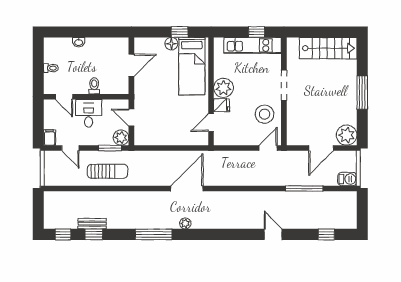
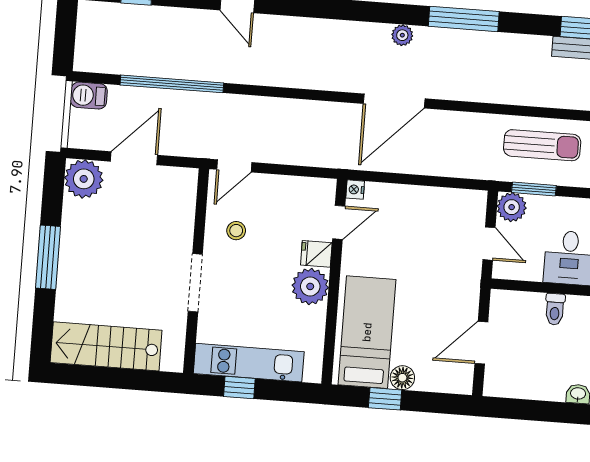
stool: (265, 114) -> (236, 231), width x0.53, depth x0.53
nightstand: (204, 140) -> (355, 190), added
sun lounger: (107, 171) -> (542, 145), turned 180
window: (304, 189) -> (172, 84), width x1.46

